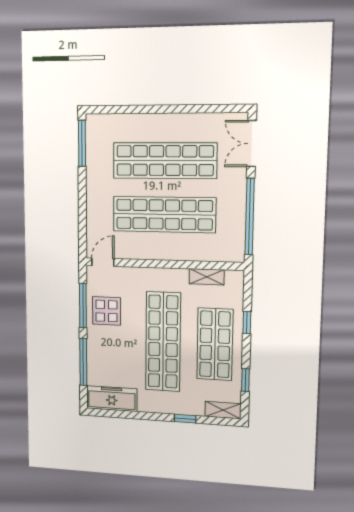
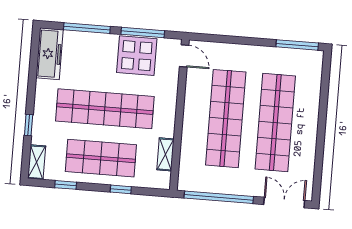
display table: (106, 311) -> (137, 56), width x1.36, depth x1.36

